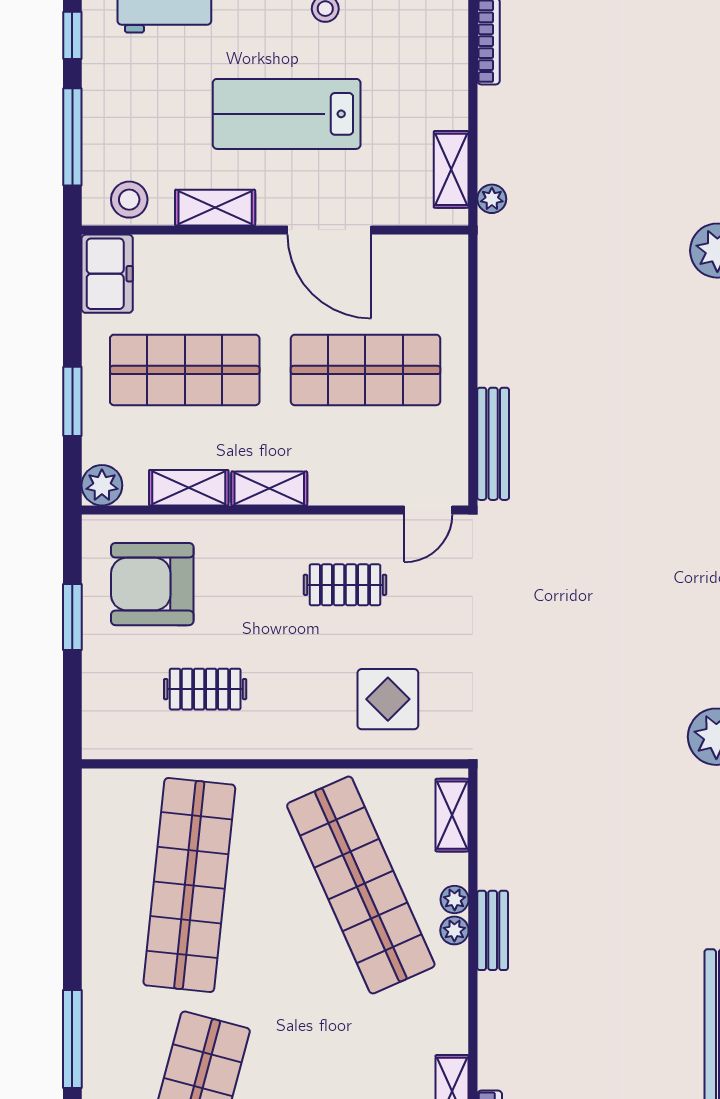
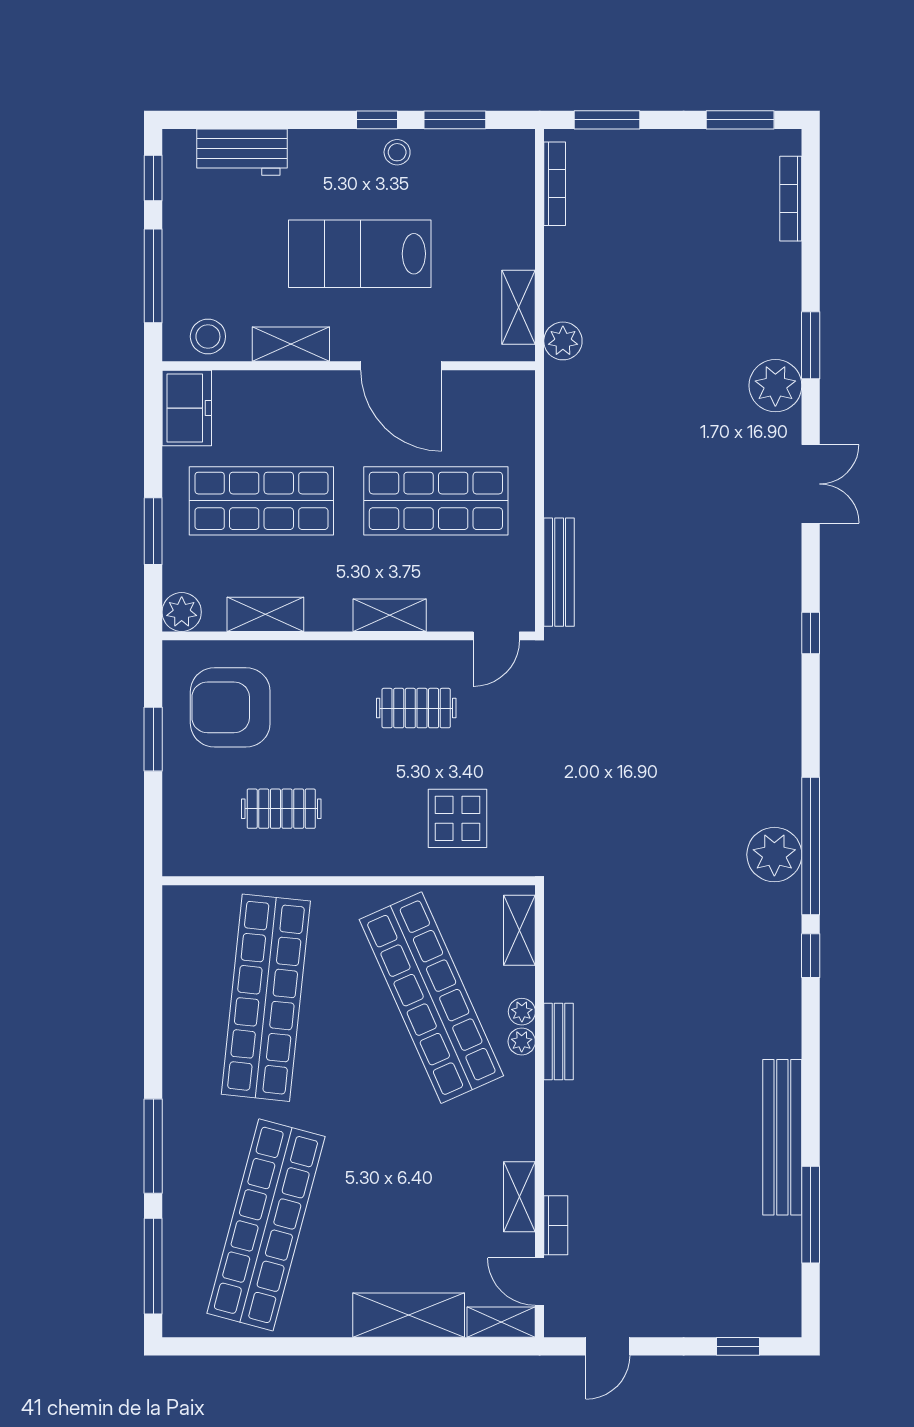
plant: (492, 199) -> (563, 341), width x1.38, depth x1.38
shelving: (269, 488) -> (390, 615), moved

